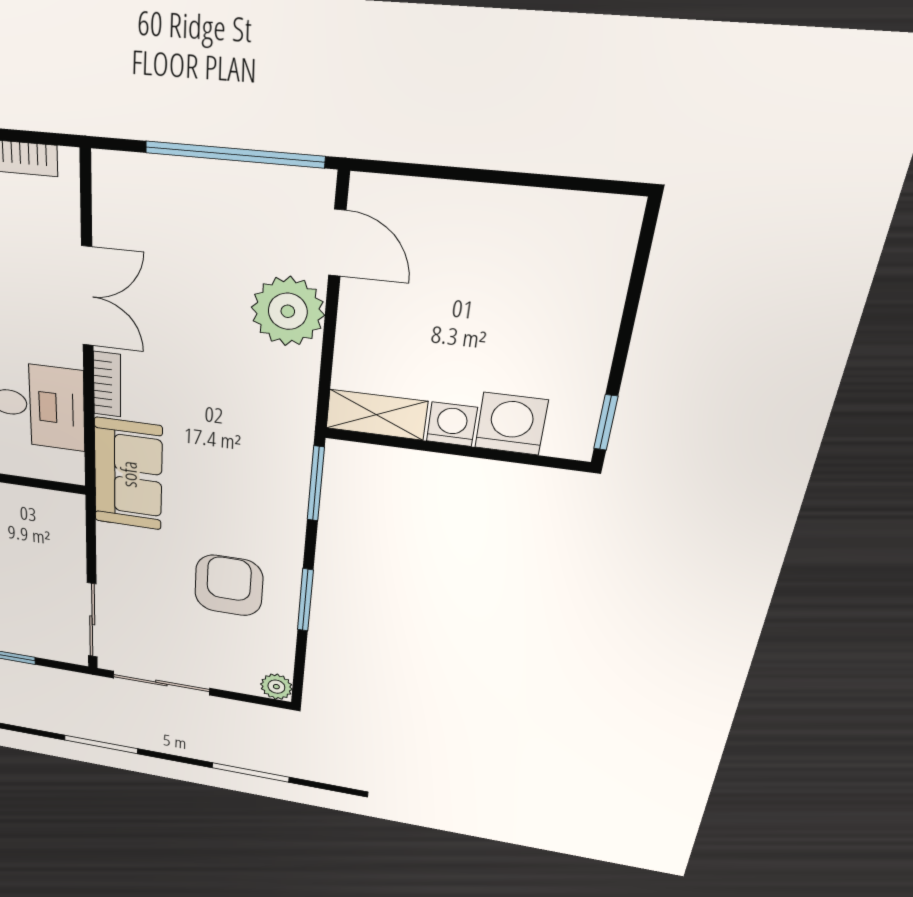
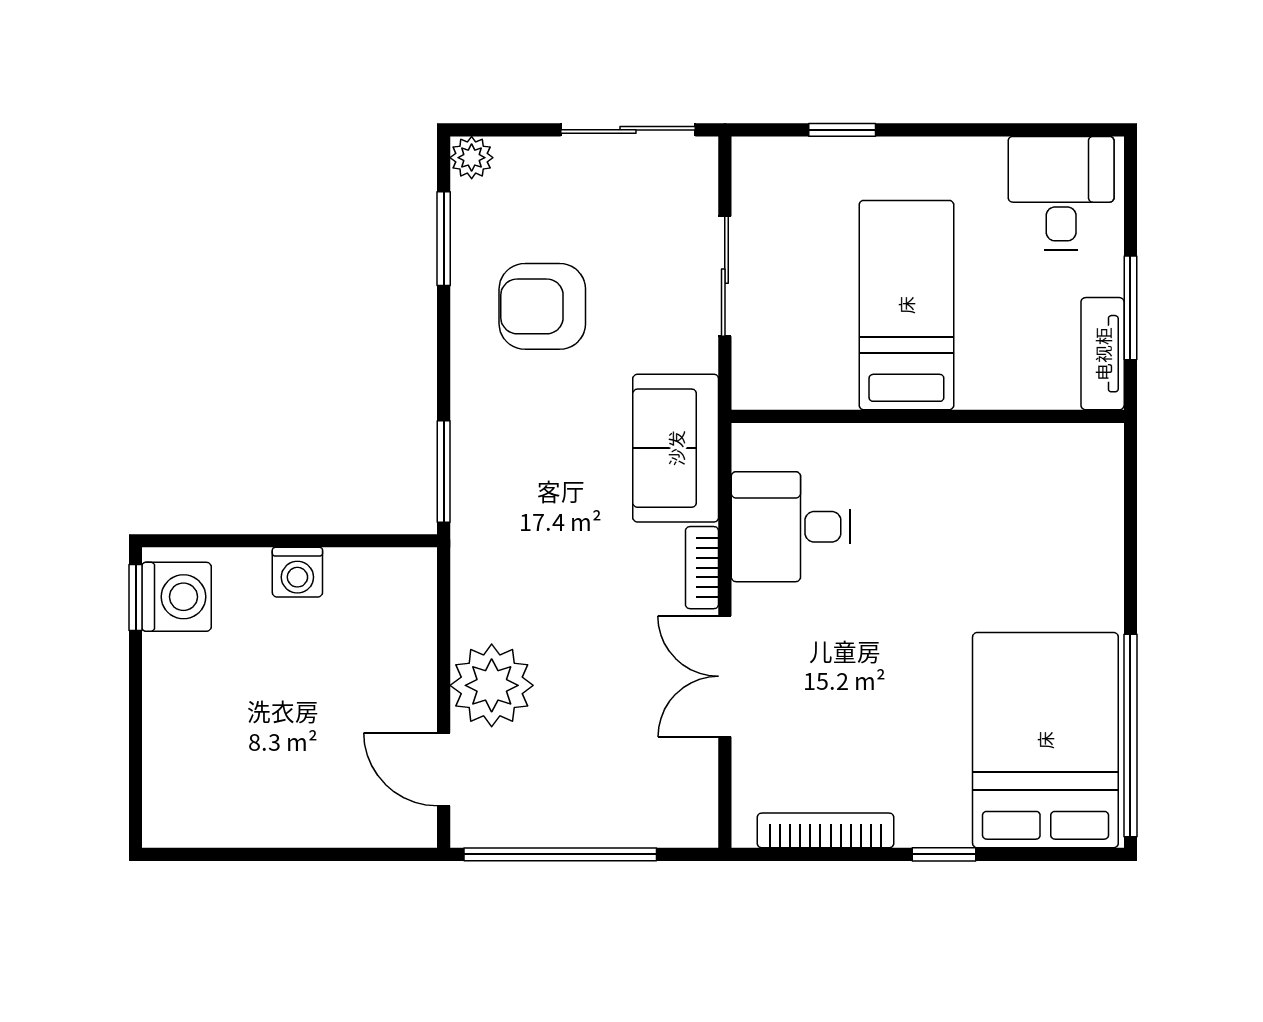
shelving: (376, 415) -> (382, 572), removed
washing machine: (511, 424) -> (177, 597), moved, turned -90
armchair: (229, 585) -> (542, 306), turned 90
window: (305, 600) -> (444, 239), moved
sliding door: (92, 620) -> (725, 276), moved

